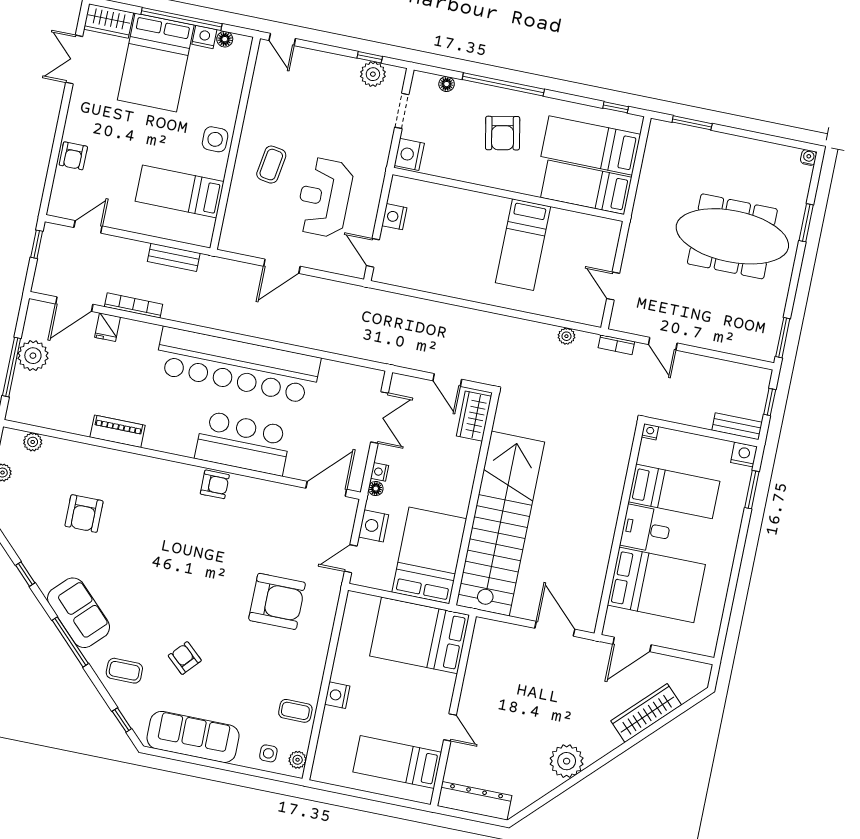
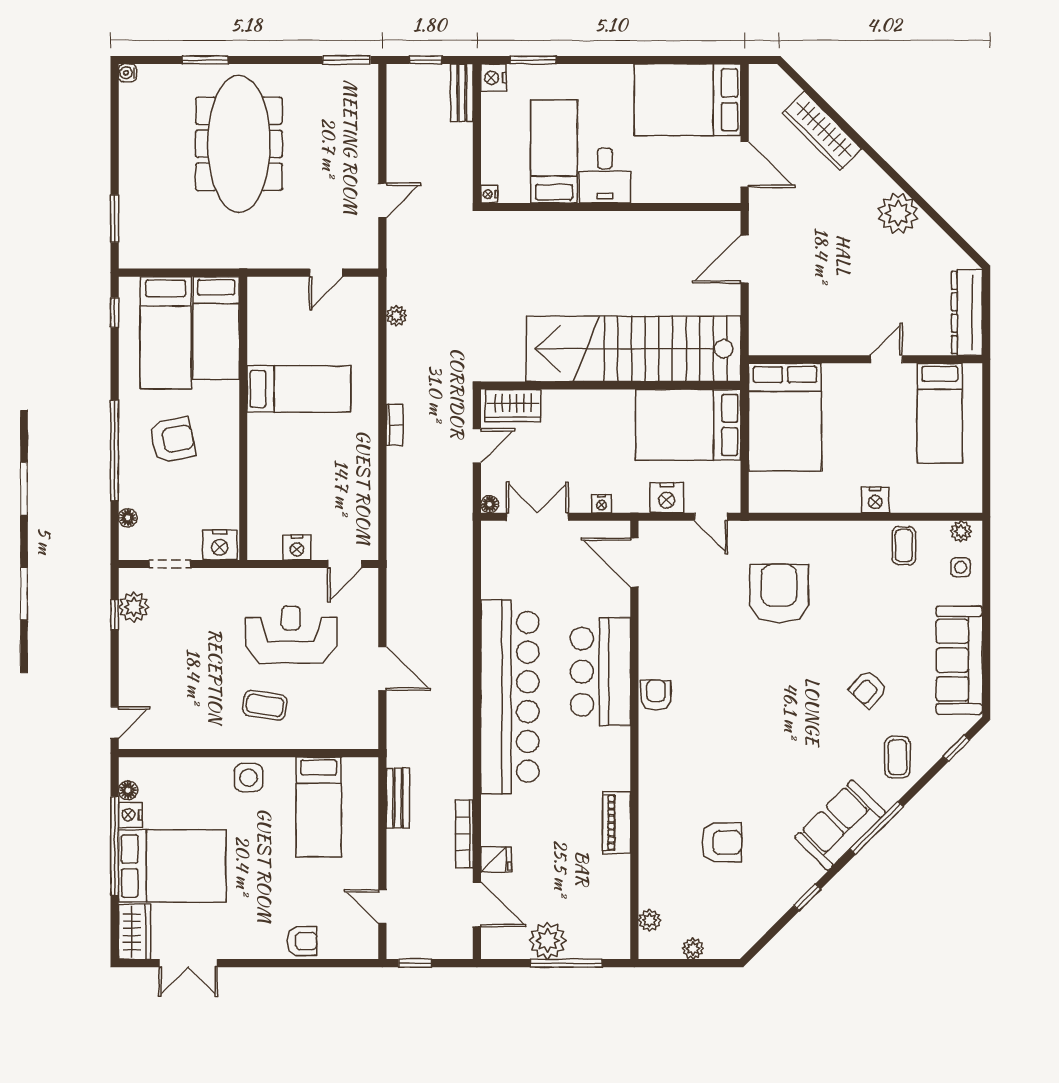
reception desk: (324, 198) -> (291, 635), turned 180
bookcase: (616, 345) -> (395, 425), moved
floor lamp: (376, 489) -> (490, 504), moved
bed: (656, 585) -> (688, 100), moved, turned -90

